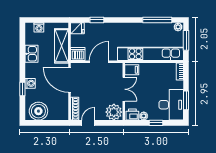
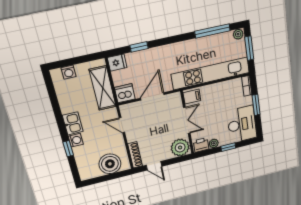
kitchen sink: (31, 54) -> (73, 123), moved
door: (70, 80) -> (122, 125), width x0.53
window: (186, 100) -> (256, 105), moved
boiler: (38, 111) -> (110, 164), moved
door: (88, 123) -> (154, 166), swing flipped

